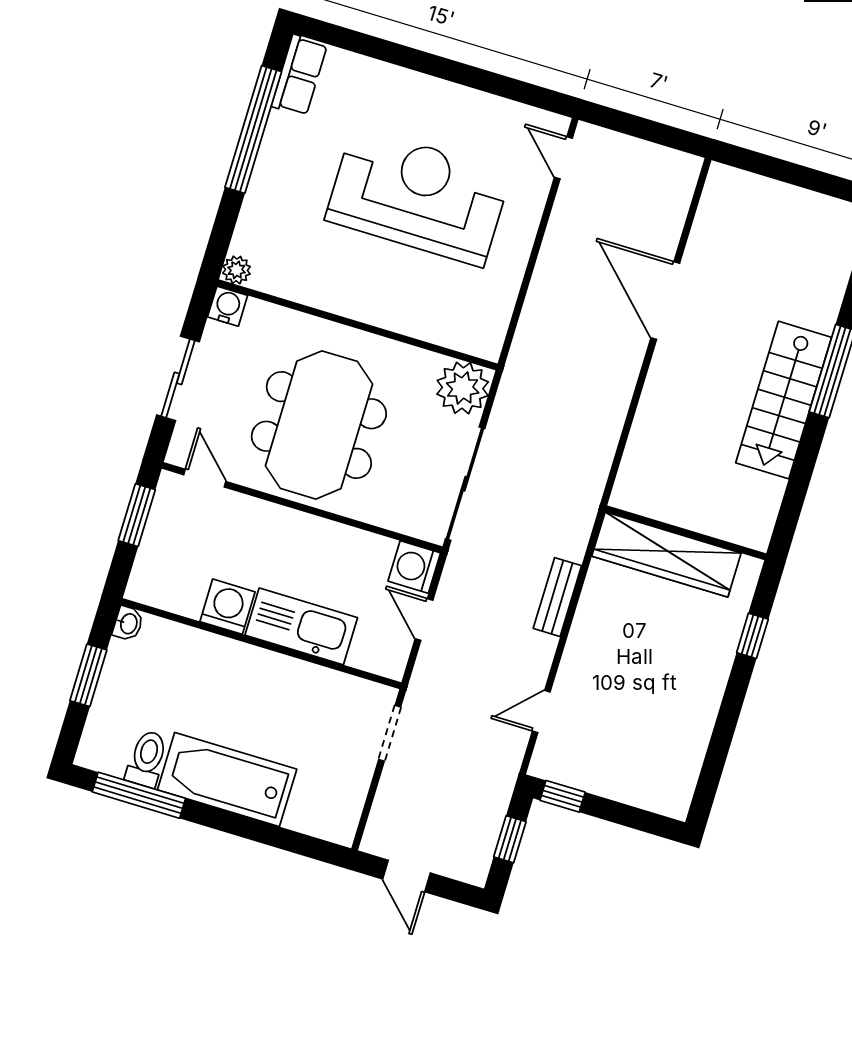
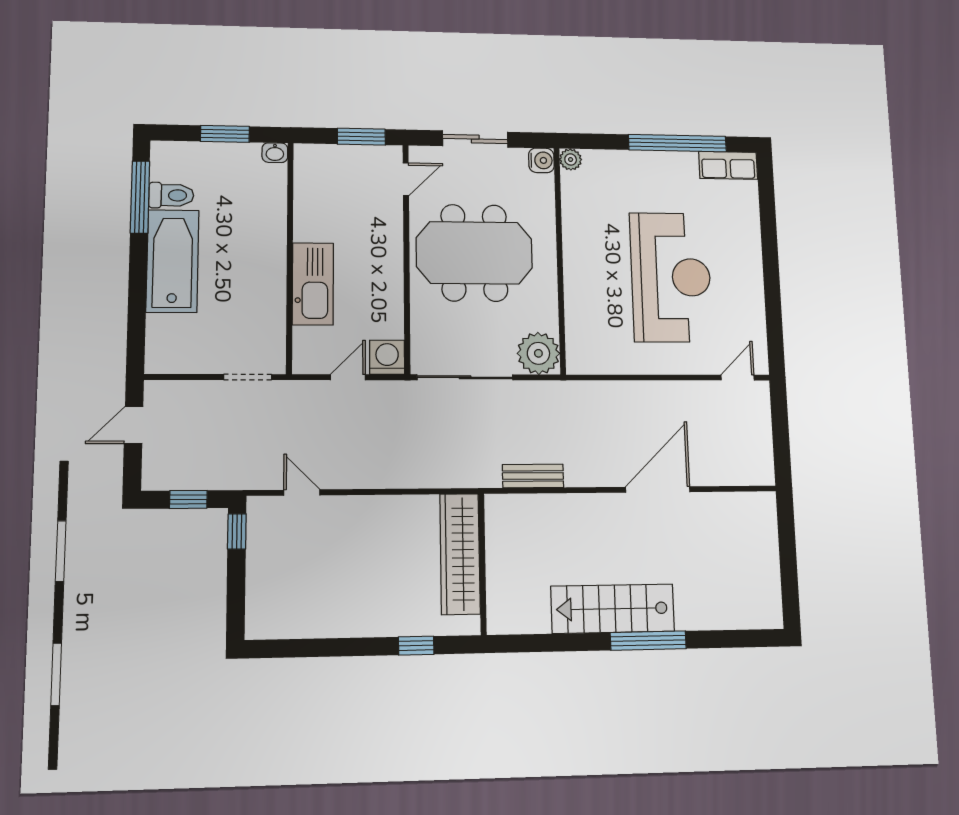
bench: (557, 597) -> (533, 476), moved
washing machine: (227, 607) -> (311, 223), removed

